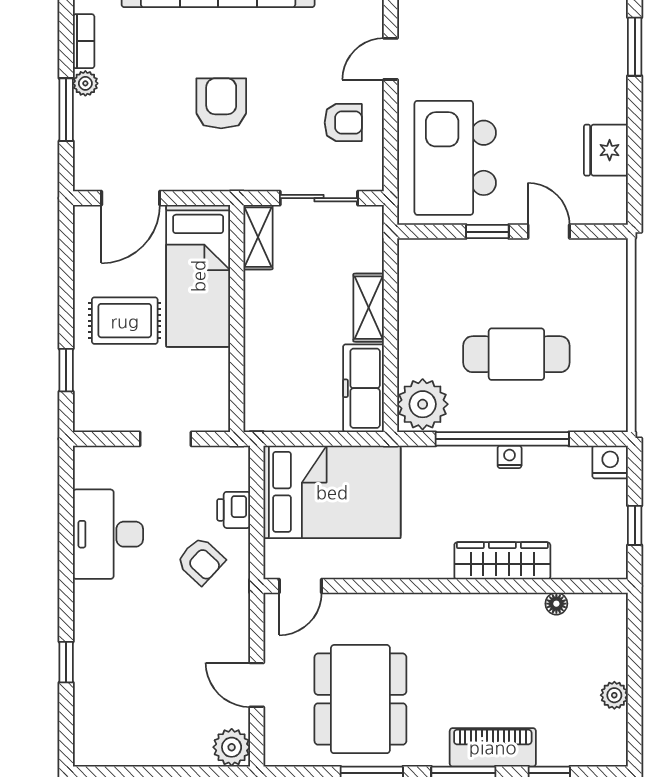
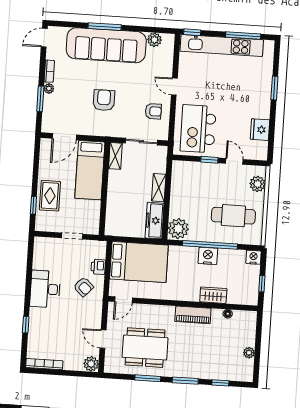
door: (391, 59) -> (174, 87), hinge flipped
plant: (608, 283) -> (258, 184), added
rug: (125, 321) -> (50, 196), moved, turned 90
cafe table: (516, 354) -> (233, 216), moved
nightstand: (510, 457) -> (208, 256), width x1.89, depth x1.79
desk: (108, 534) -> (45, 289), moved
wardrobe: (502, 561) -> (213, 295), width x0.67
dining table: (360, 699) -> (145, 348), turned 90
piano: (493, 747) -> (193, 315), moved, turned 180
bookcase: (118, 755) -> (44, 364), added

